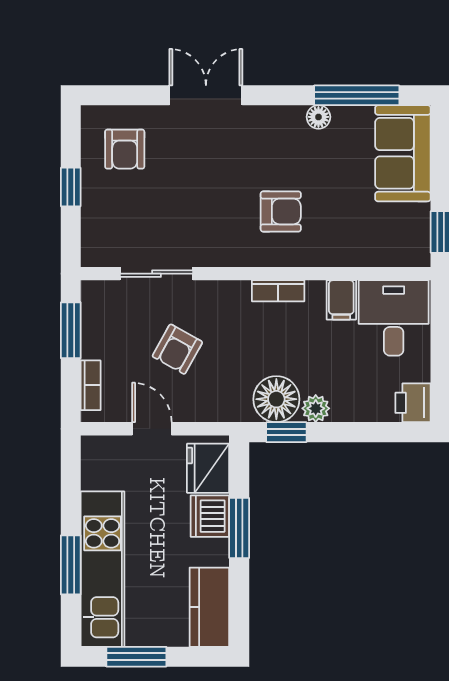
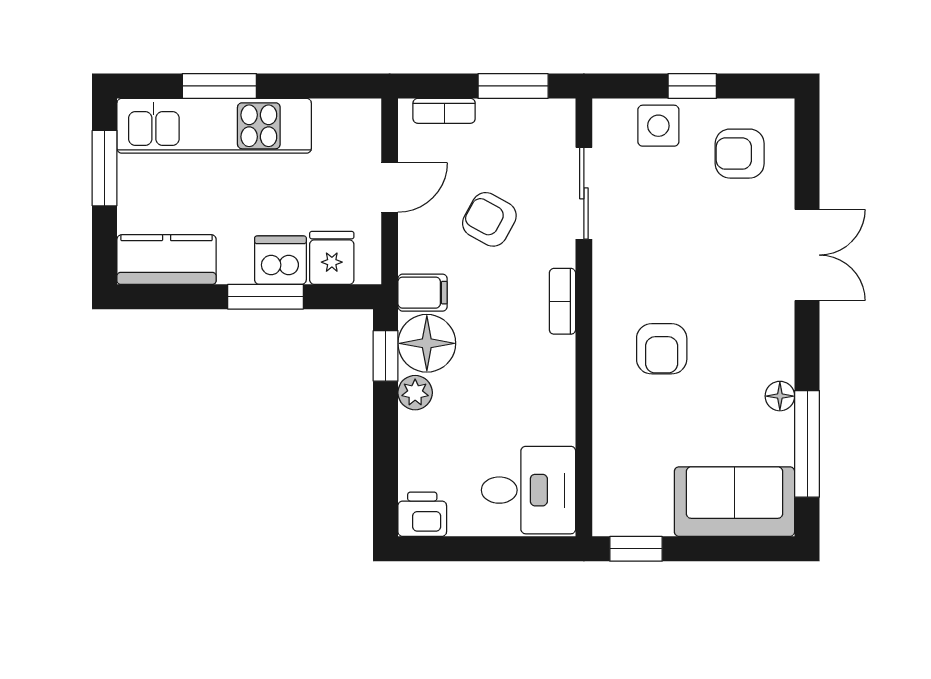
side table: (102, 214) -> (658, 126), added
bookcase: (278, 291) -> (562, 301), moved
filing cabinet: (341, 300) -> (423, 293), moved, turned 180
fridge: (208, 468) -> (332, 258), width x0.72

